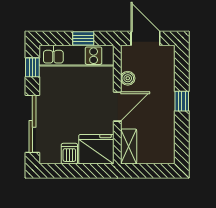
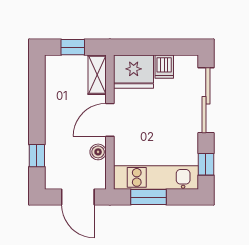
window: (83, 38) -> (148, 197), width x1.50
window: (182, 101) -> (37, 156), moved
window: (150, 171) -> (73, 47), added

